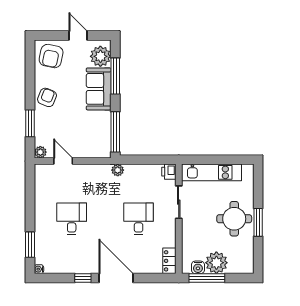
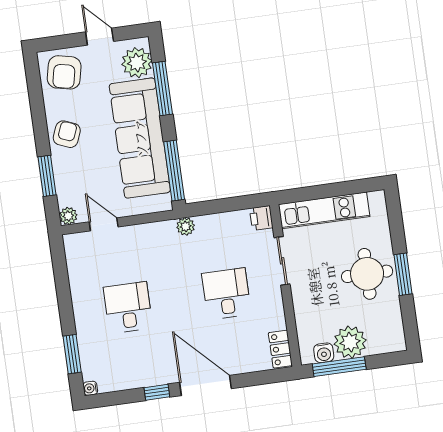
sofa: (99, 89) -> (140, 138), width x1.85, depth x1.27

